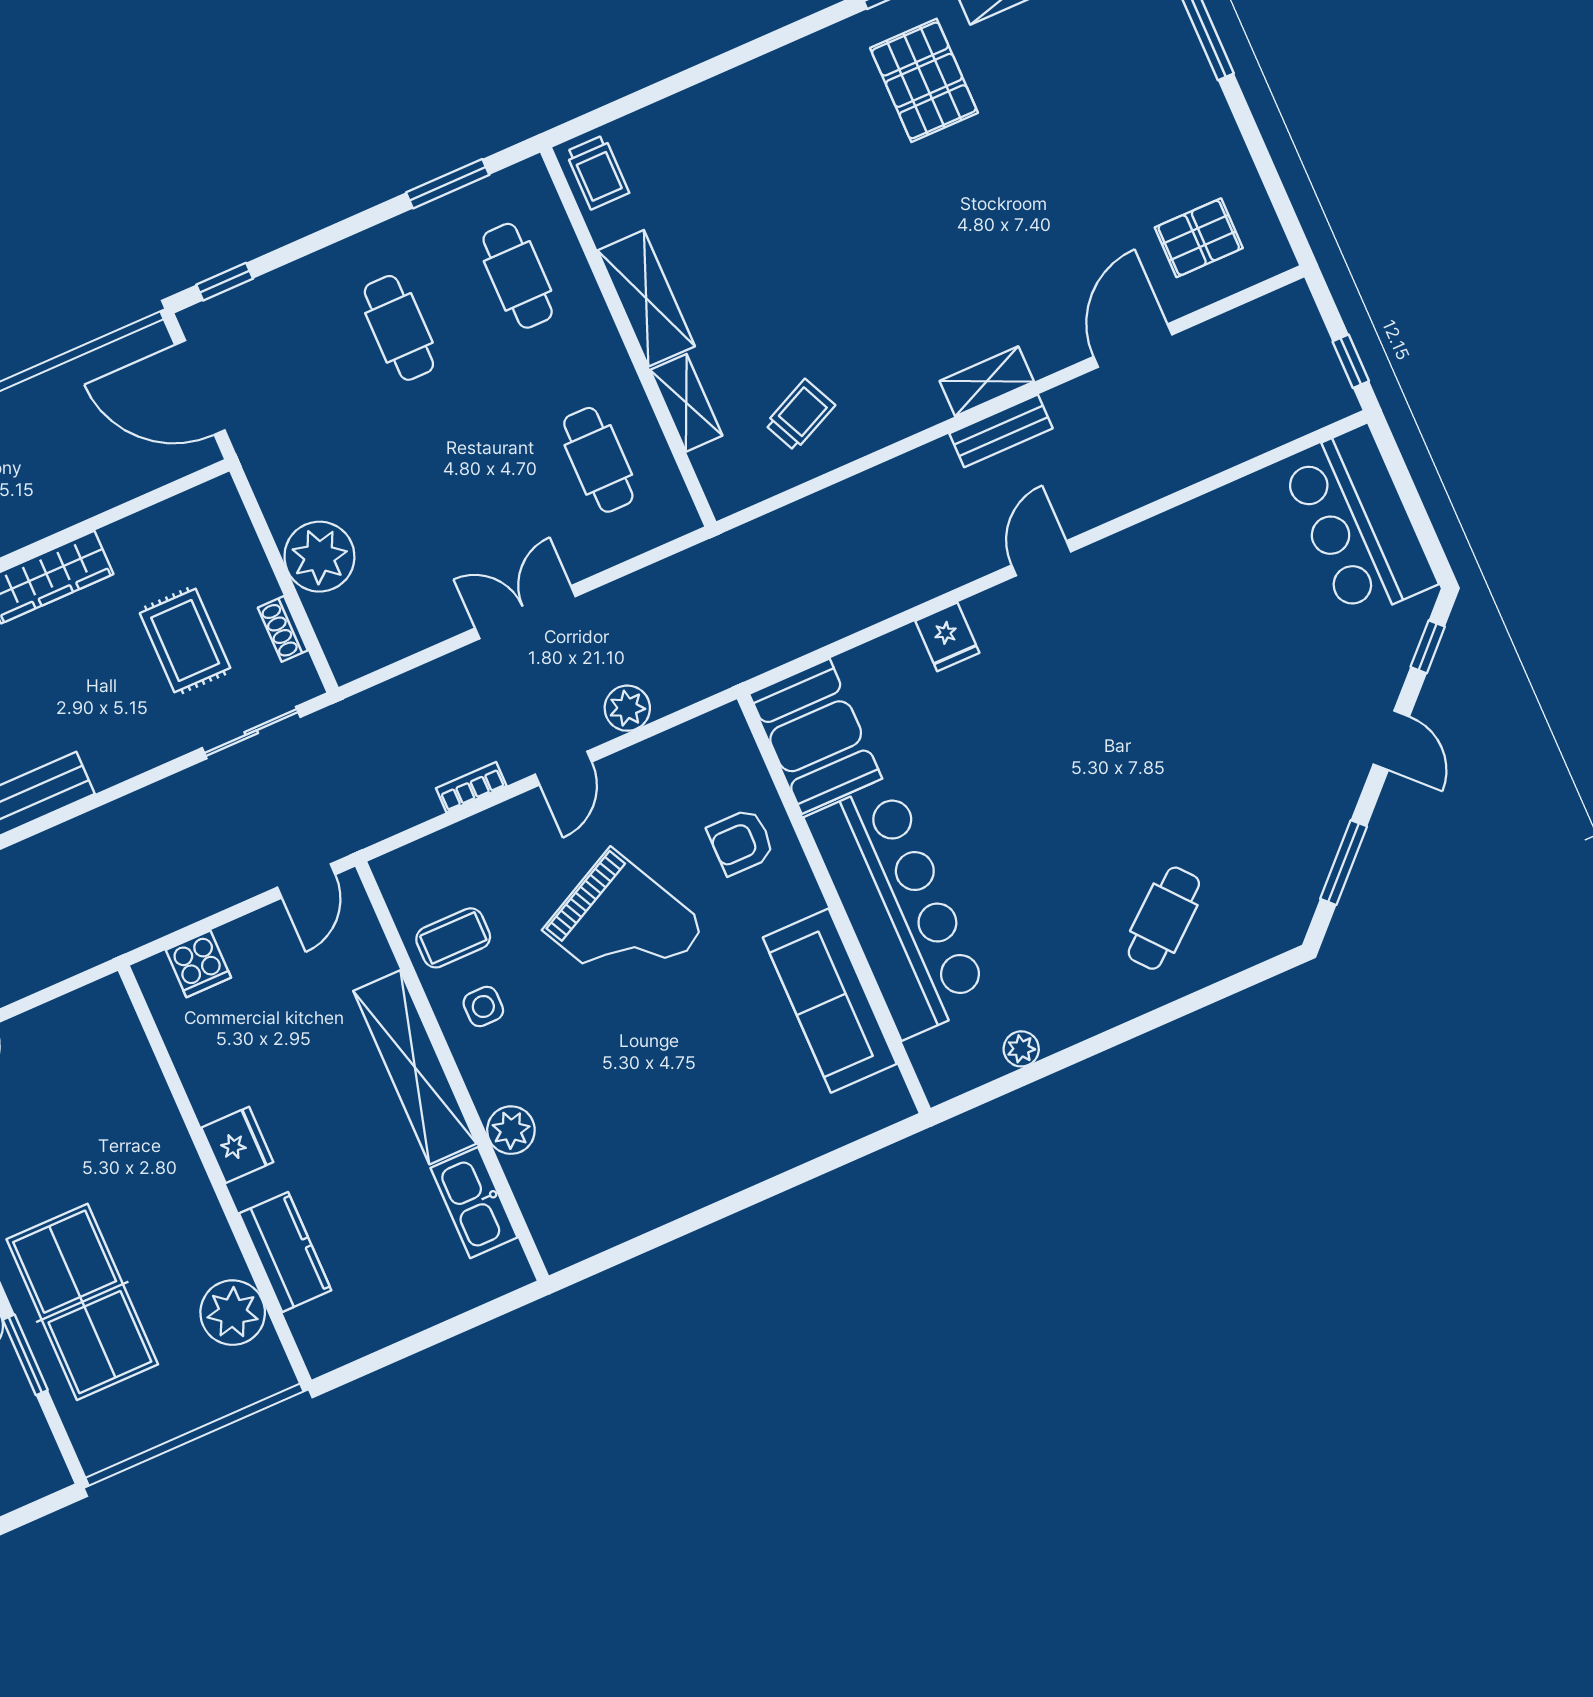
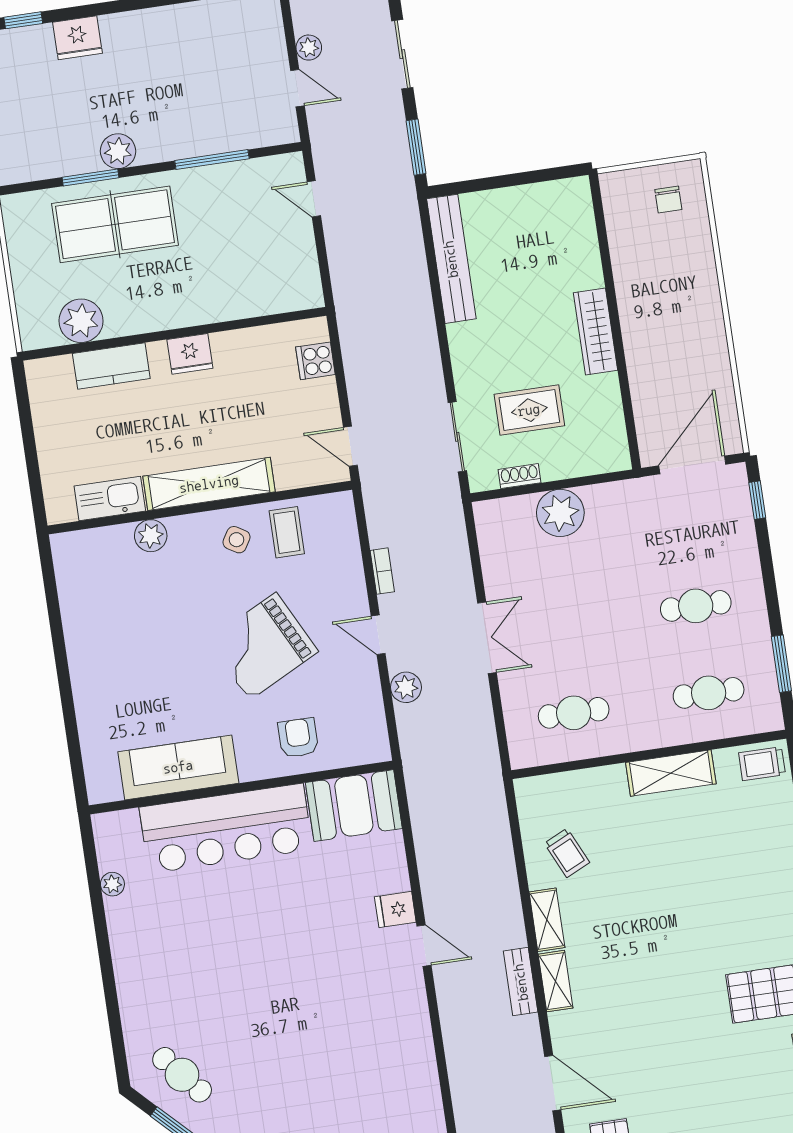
shelving: (686, 403) -> (547, 920), moved, turned 90
door: (1041, 558) -> (424, 946), moved
cafe table: (1164, 918) -> (182, 1075), moved
side table: (483, 1006) -> (236, 540), turned 31

